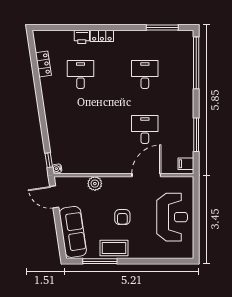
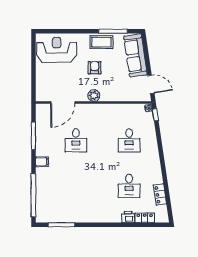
locker: (102, 36) -> (145, 218), moved
desk: (145, 74) -> (129, 140), moved
filing cabinet: (186, 164) -> (42, 162), moved
door: (146, 175) -> (63, 102), moved
plant: (95, 184) -> (94, 95), moved
reception desk: (172, 217) -> (57, 50), moved, turned 90

